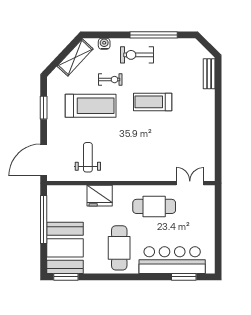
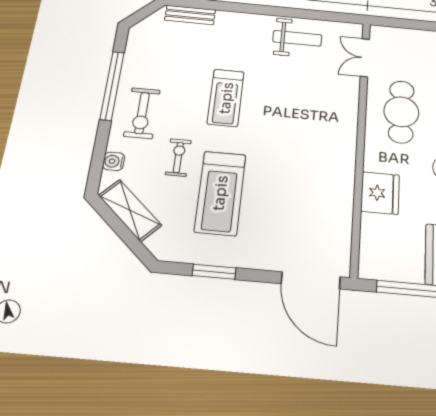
treadmill: (91, 106) -> (220, 193), turned 180
weight bench: (88, 157) -> (297, 38), moved, turned 180

